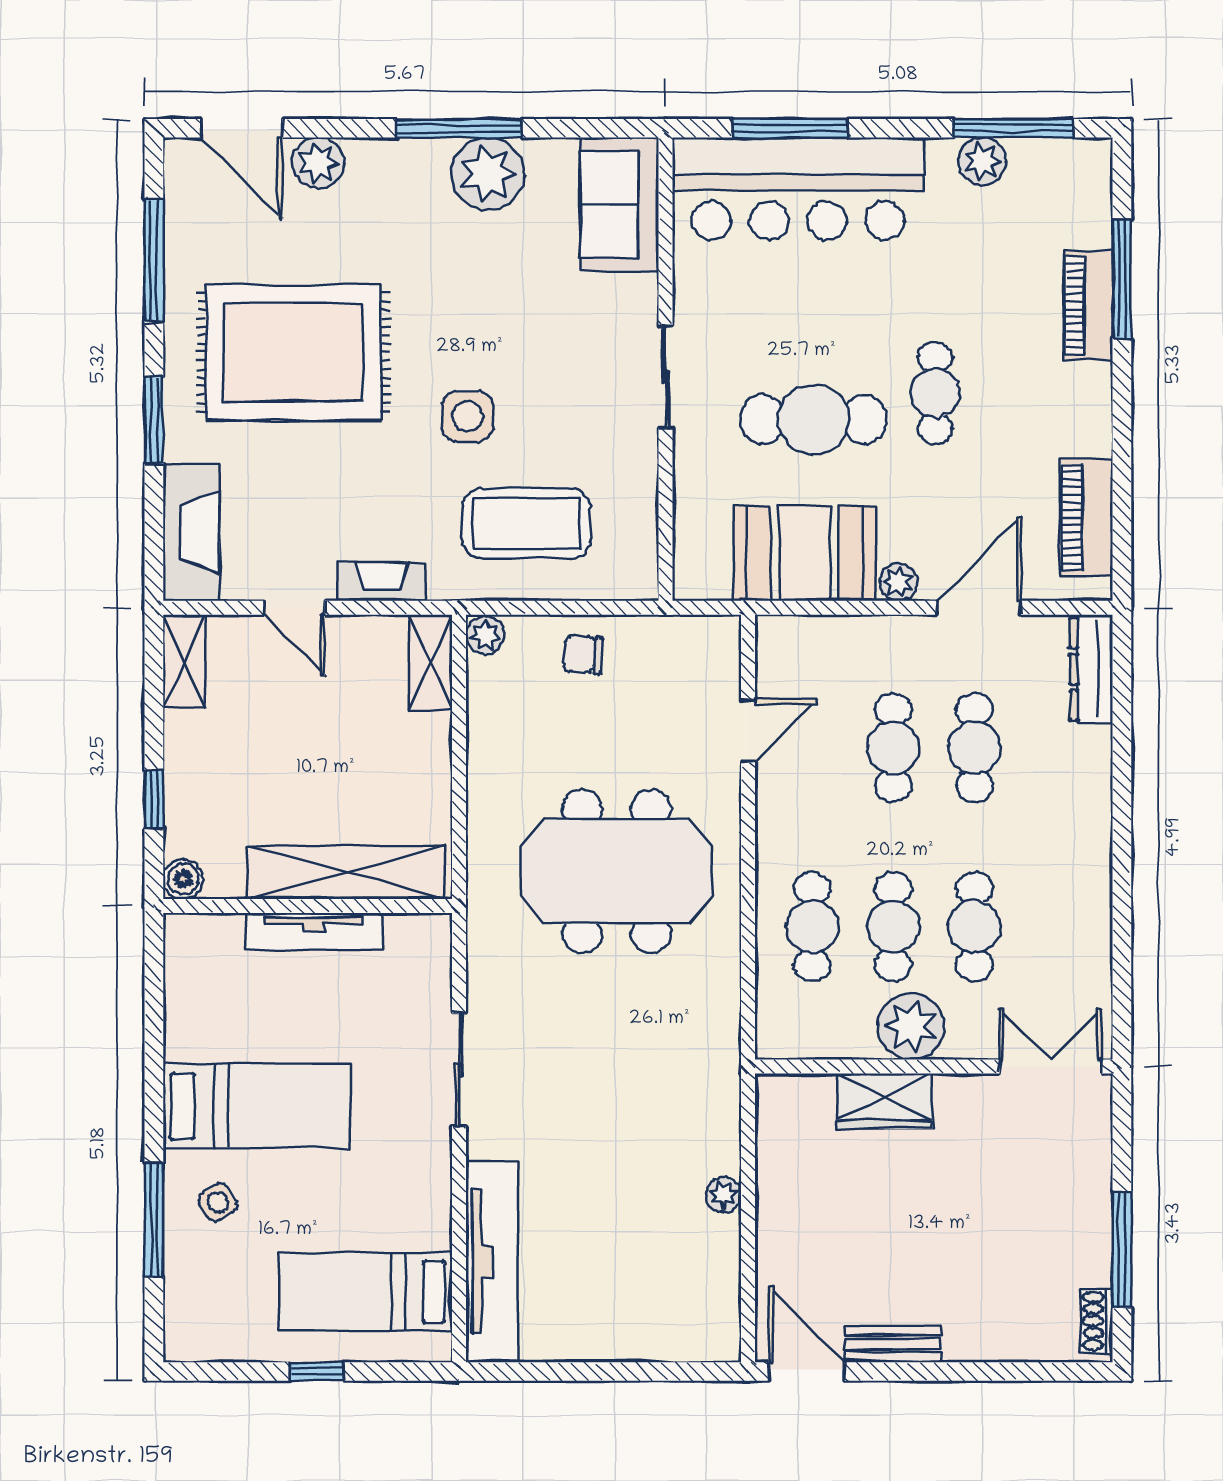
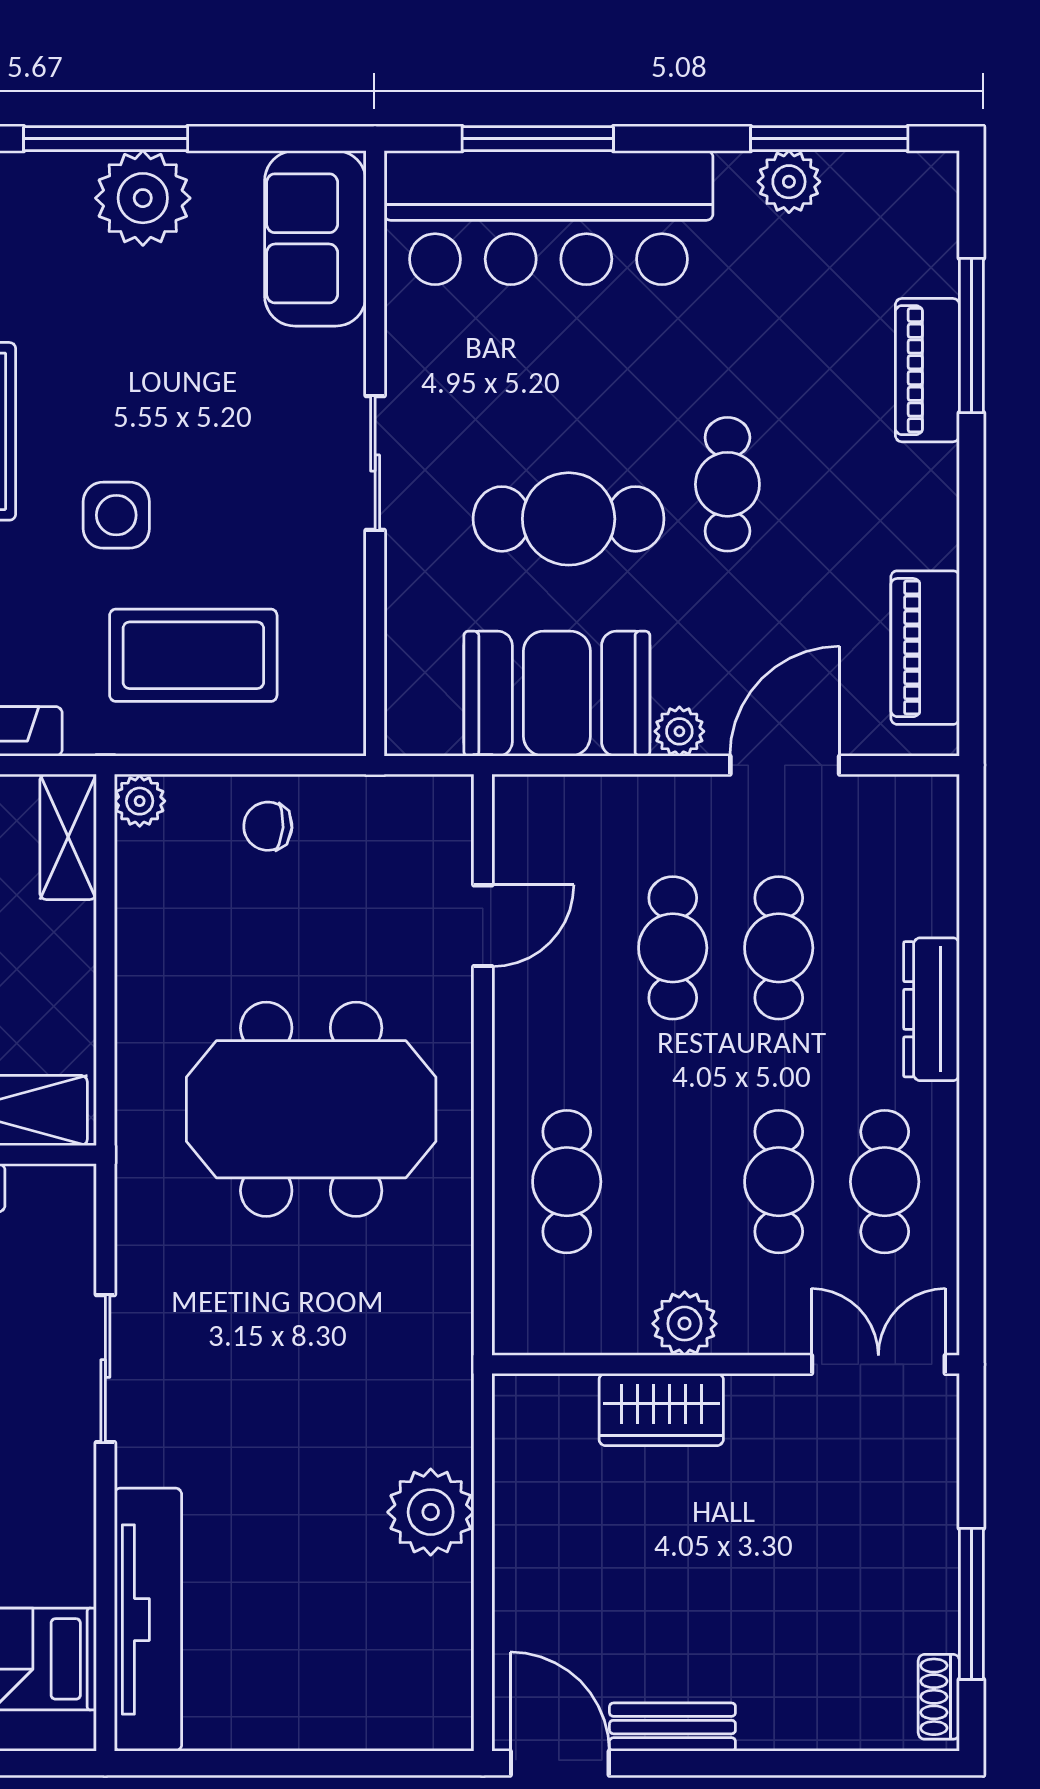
dresser: (1091, 669) -> (932, 1009), moved
cafe table: (893, 927) -> (885, 1182), moved
plant: (911, 1026) -> (685, 1324), width x0.73, depth x0.73
plant: (723, 1195) -> (431, 1512), width x1.88, depth x1.88

